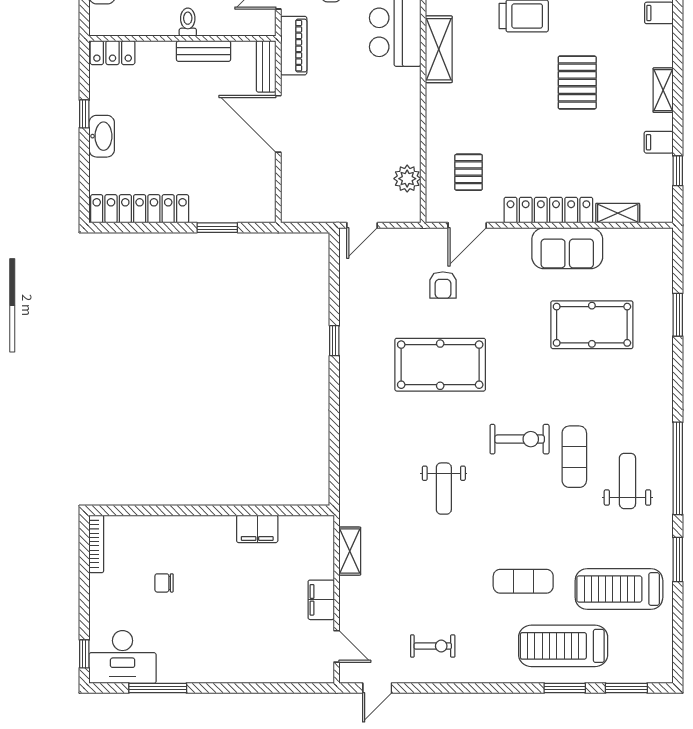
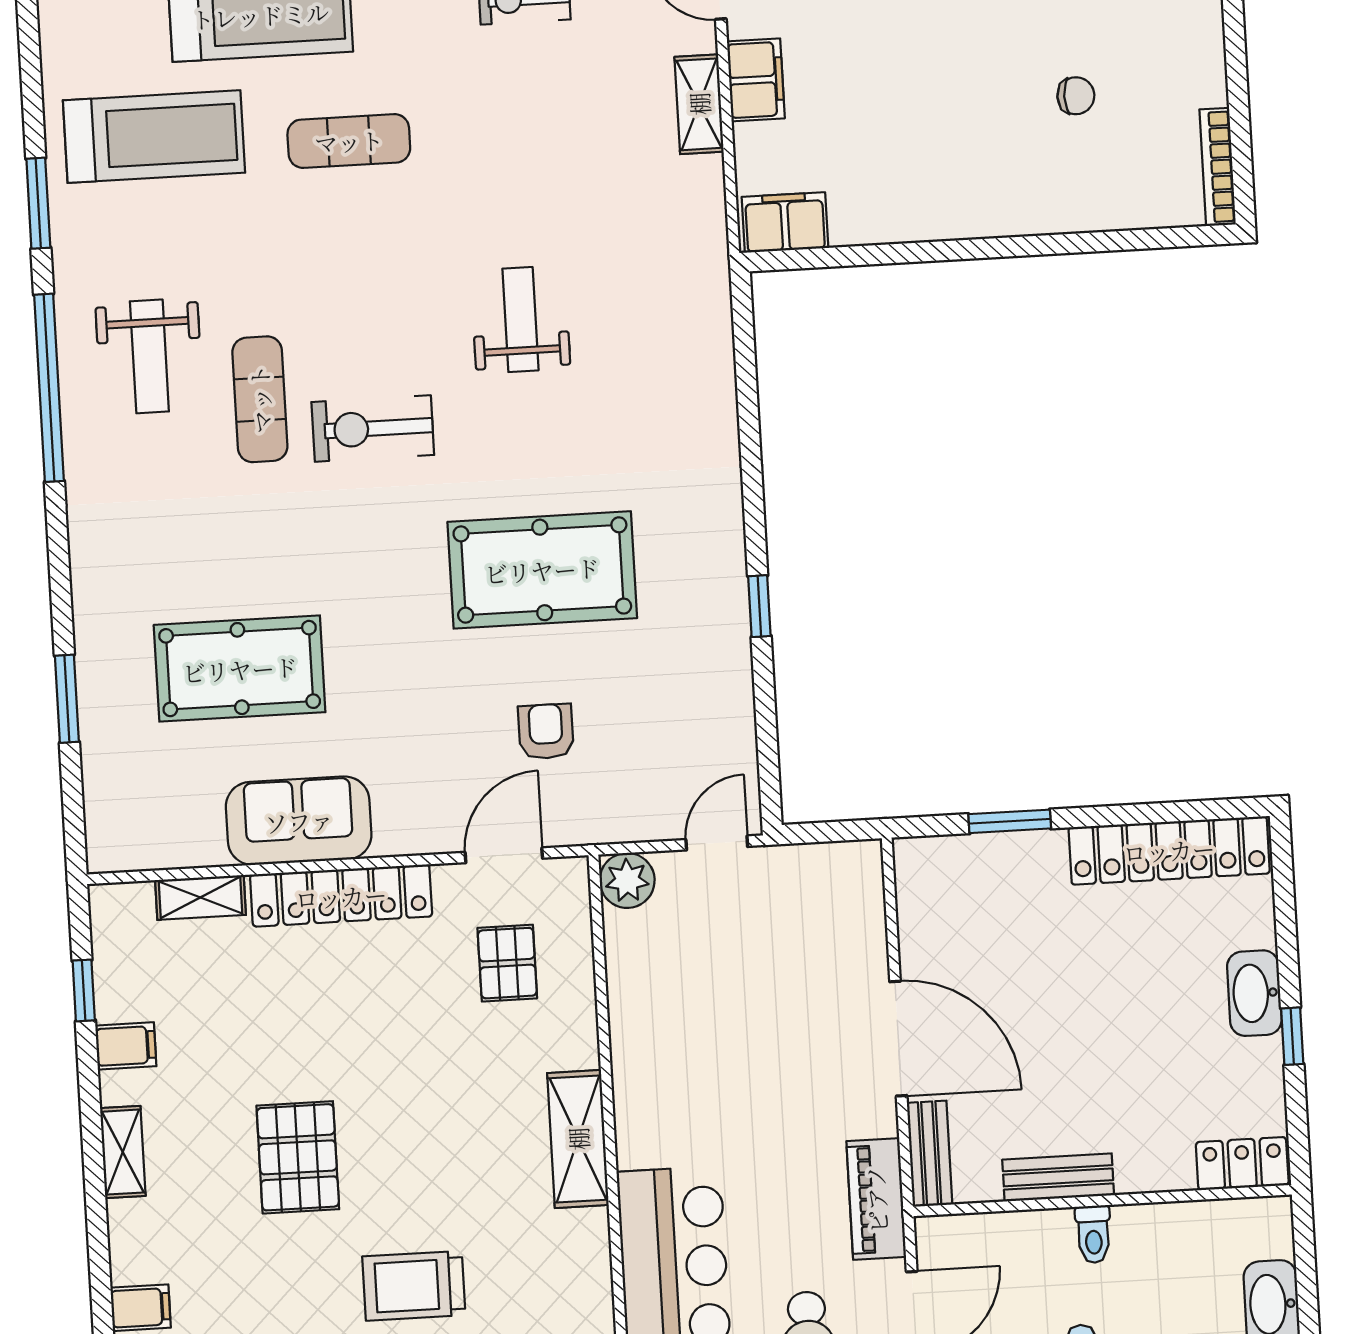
shelving: (439, 49) -> (578, 1139), moved
plant: (407, 179) -> (627, 880), moved
filing cabinet: (257, 529) -> (785, 222), moved
shelving: (350, 551) -> (699, 104), moved

